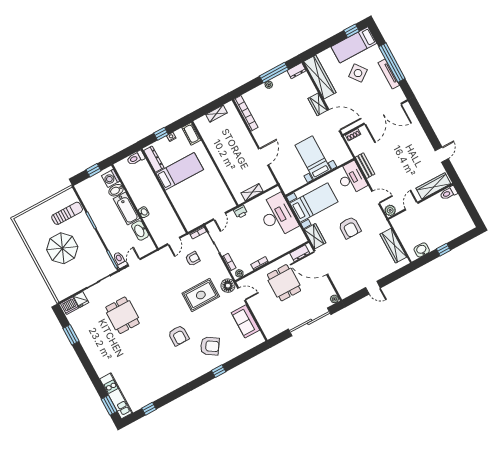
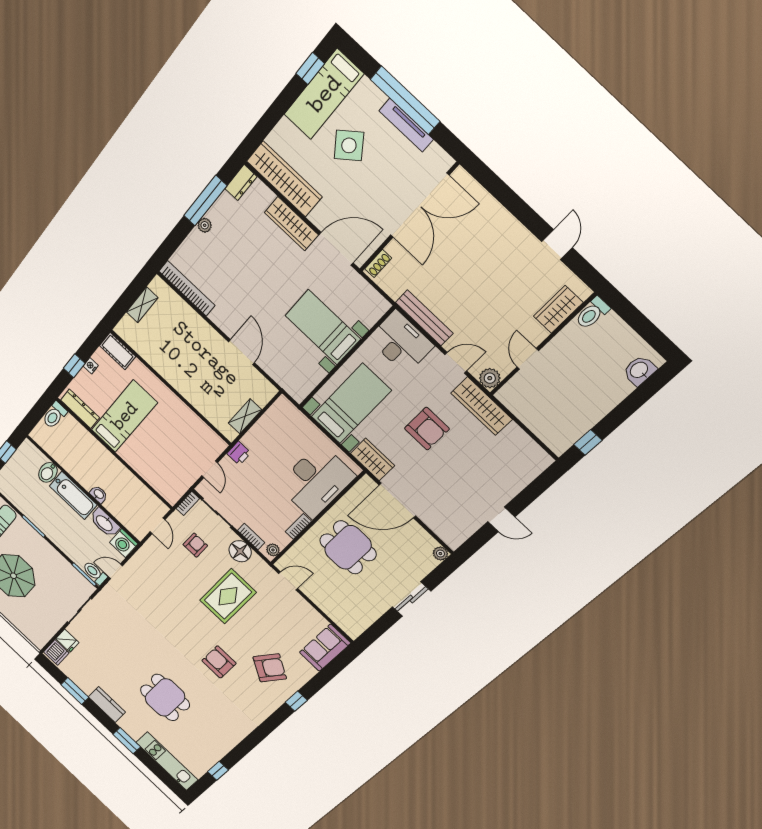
wardrobe: (318, 104) -> (291, 224), width x1.50
bench: (365, 166) -> (424, 318), width x1.36
washing machine: (111, 178) -> (124, 543), moved
wardrobe: (433, 186) -> (558, 309), width x0.67
desk: (278, 216) -> (316, 481), moved, turned 90
wardrobe: (393, 246) -> (482, 406), moved
washbasin: (422, 250) -> (639, 370), moved
window: (443, 250) -> (588, 442), moved
dresser: (300, 253) -> (357, 494), removed
door: (134, 262) -> (116, 571), hinge flipped
floor lamp: (228, 286) -> (240, 551), moved
dining table: (123, 315) -> (165, 697), moved
sofa: (245, 321) -> (325, 648), moved, turned 90
sliding door: (310, 322) -> (411, 599), width x0.54
armchair: (179, 335) -> (219, 662), turned 180
kitchen counter: (90, 349) -> (107, 704), added
window: (109, 405) -> (127, 741), moved

